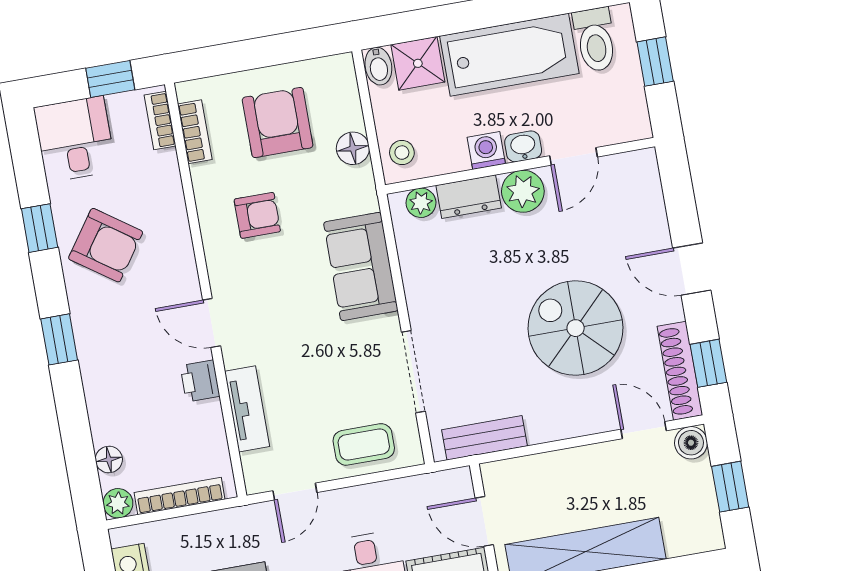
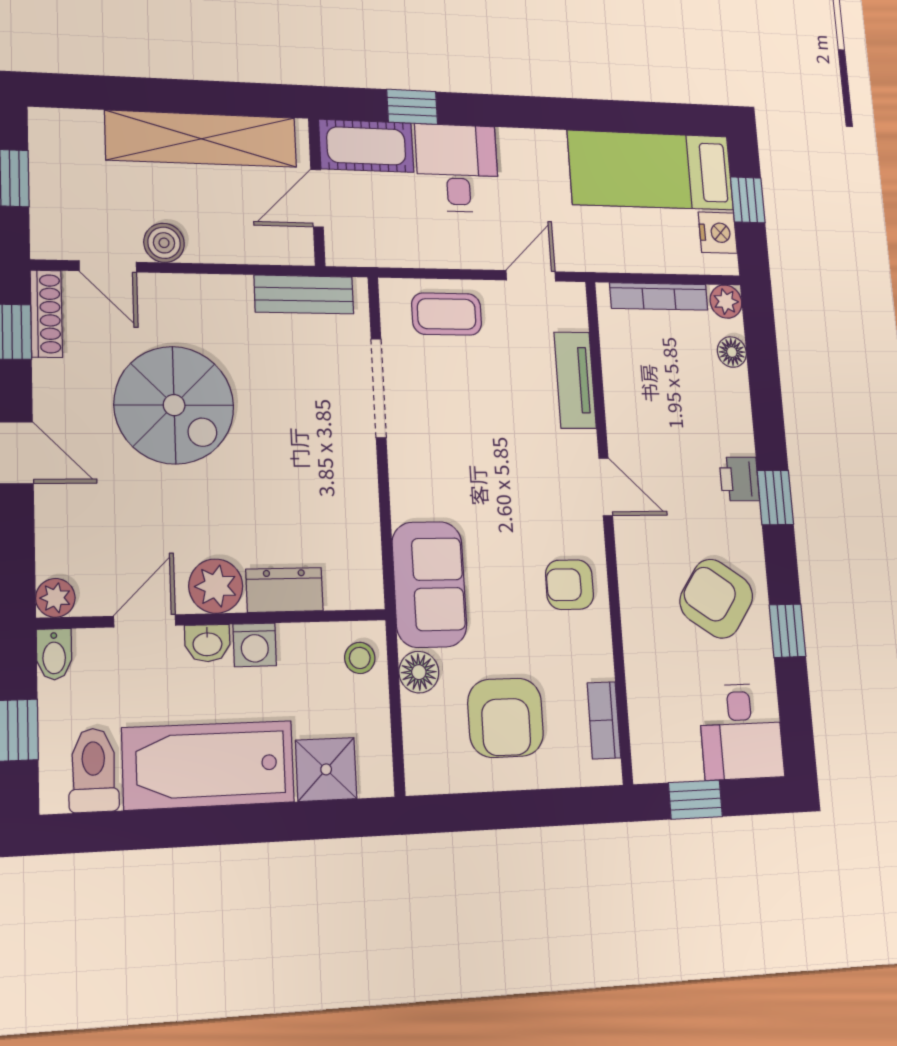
bidet: (378, 66) -> (54, 654), moved, turned 180
bookcase: (160, 121) -> (643, 740), removed
plant: (421, 203) -> (55, 598), moved
armchair: (257, 215) -> (570, 585), moved
sofa: (361, 266) -> (429, 584), moved
shoe rack: (680, 371) -> (46, 314), width x0.74, depth x0.81
printer: (200, 381) -> (739, 479), moved, turned 180
boiler: (691, 443) -> (164, 243), moved
door: (484, 521) -> (317, 198), swing flipped

